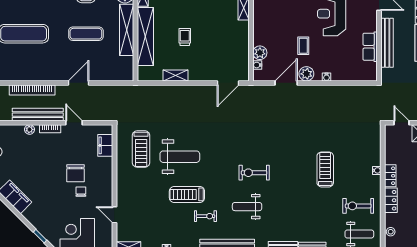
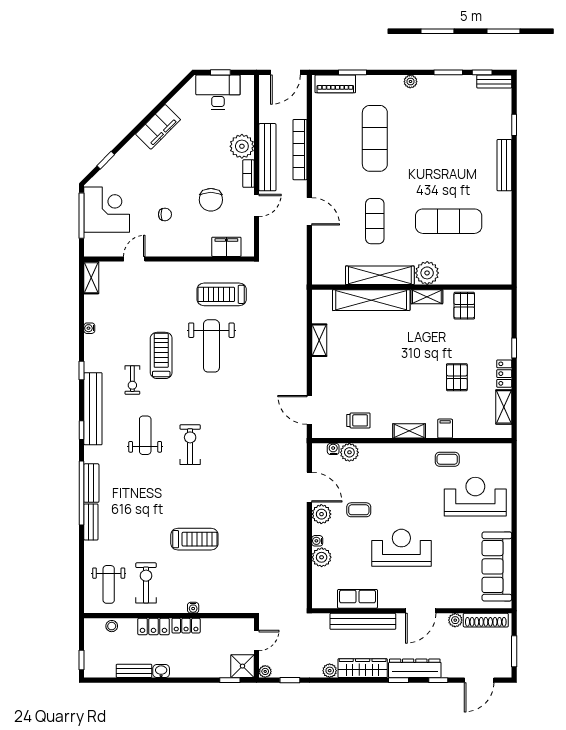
trolley: (185, 37) -> (358, 420), moved
plant: (339, 74) -> (322, 557), added
plant: (30, 129) -> (242, 146), width x1.88, depth x1.88
chair: (75, 173) -> (211, 200), moved, turned -90

